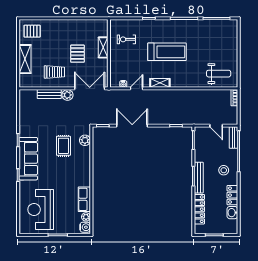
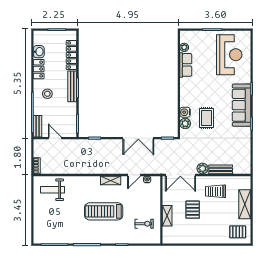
water cooler: (85, 227) -> (185, 112), moved

